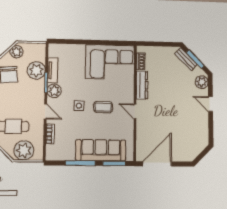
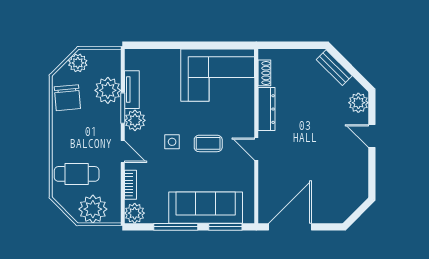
window: (195, 59) -> (349, 67), removed
plant: (52, 154) -> (135, 213), added

